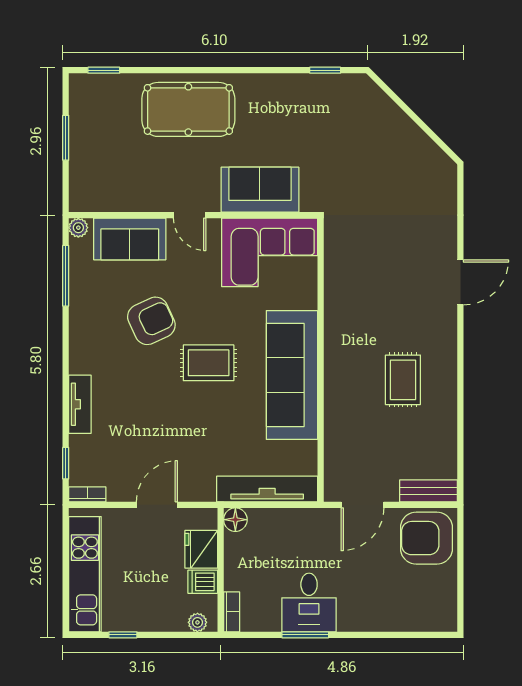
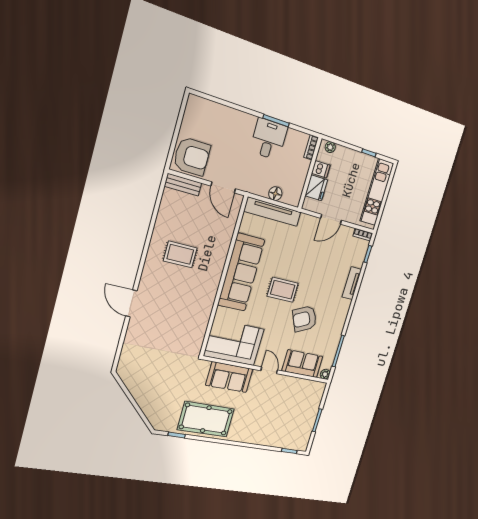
pool table: (188, 109) -> (206, 419), moved
door: (460, 282) -> (131, 303), hinge flipped
rug: (403, 380) -> (180, 254), turned 90
door: (362, 505) -> (223, 187), swing flipped
floor lamp: (235, 520) -> (275, 194), moved

